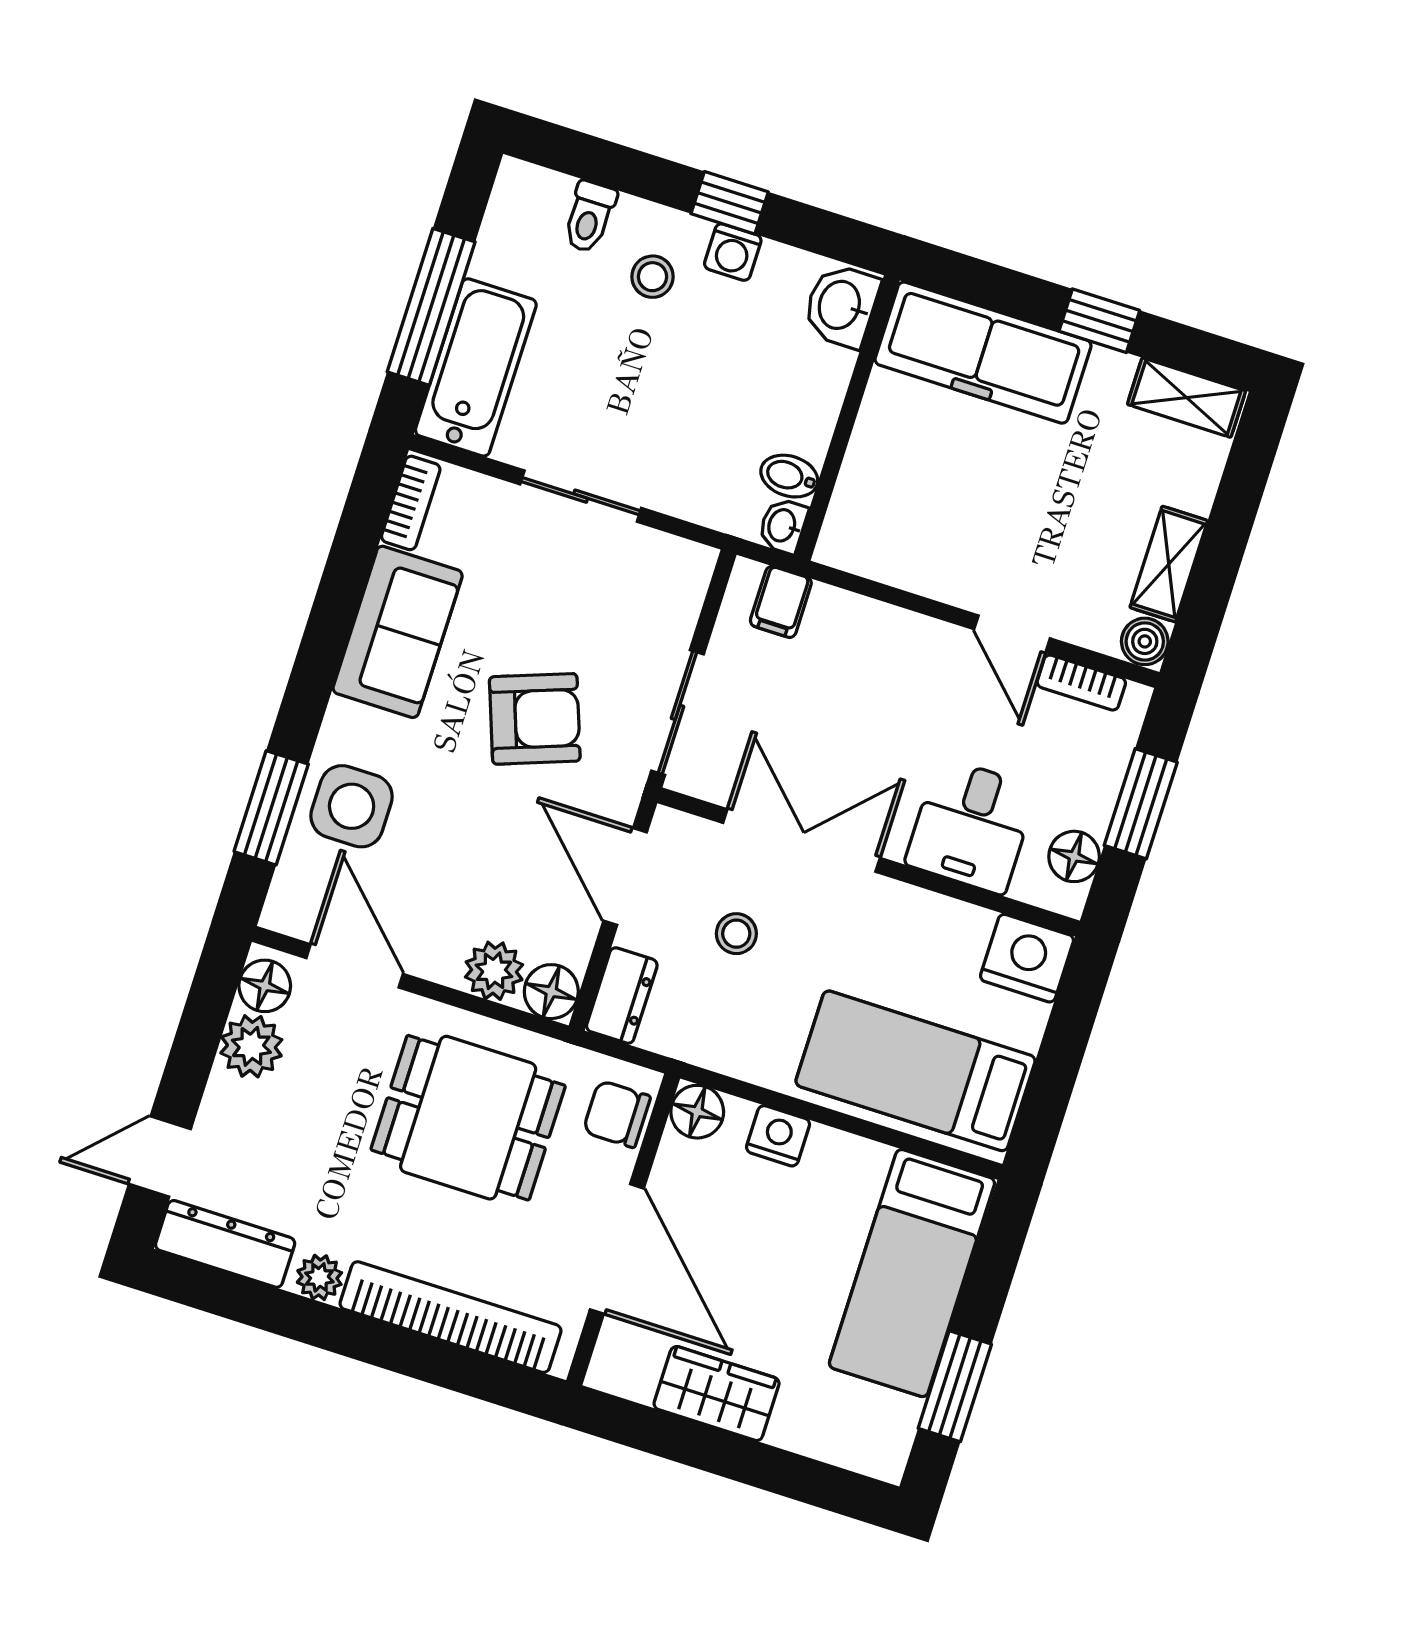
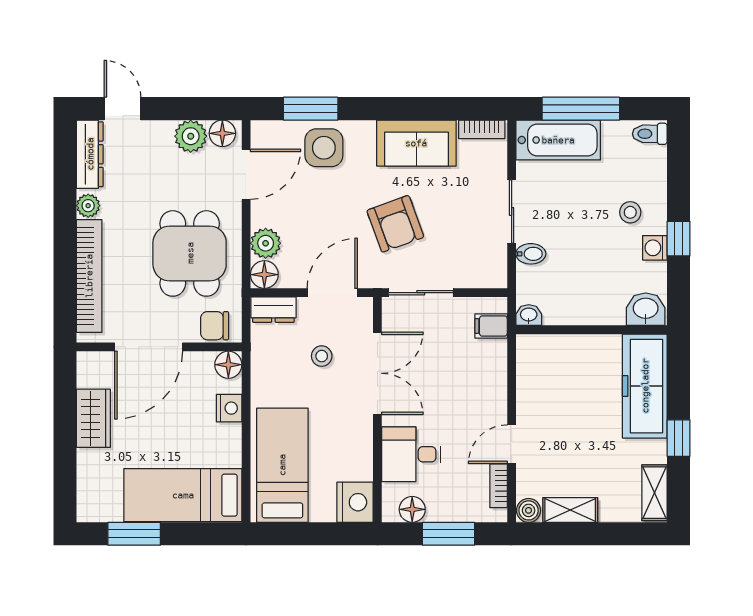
toilet: (589, 217) -> (650, 134), moved
bidet: (789, 476) -> (531, 254), moved, turned 90
chair: (617, 1114) -> (215, 326), turned -90

